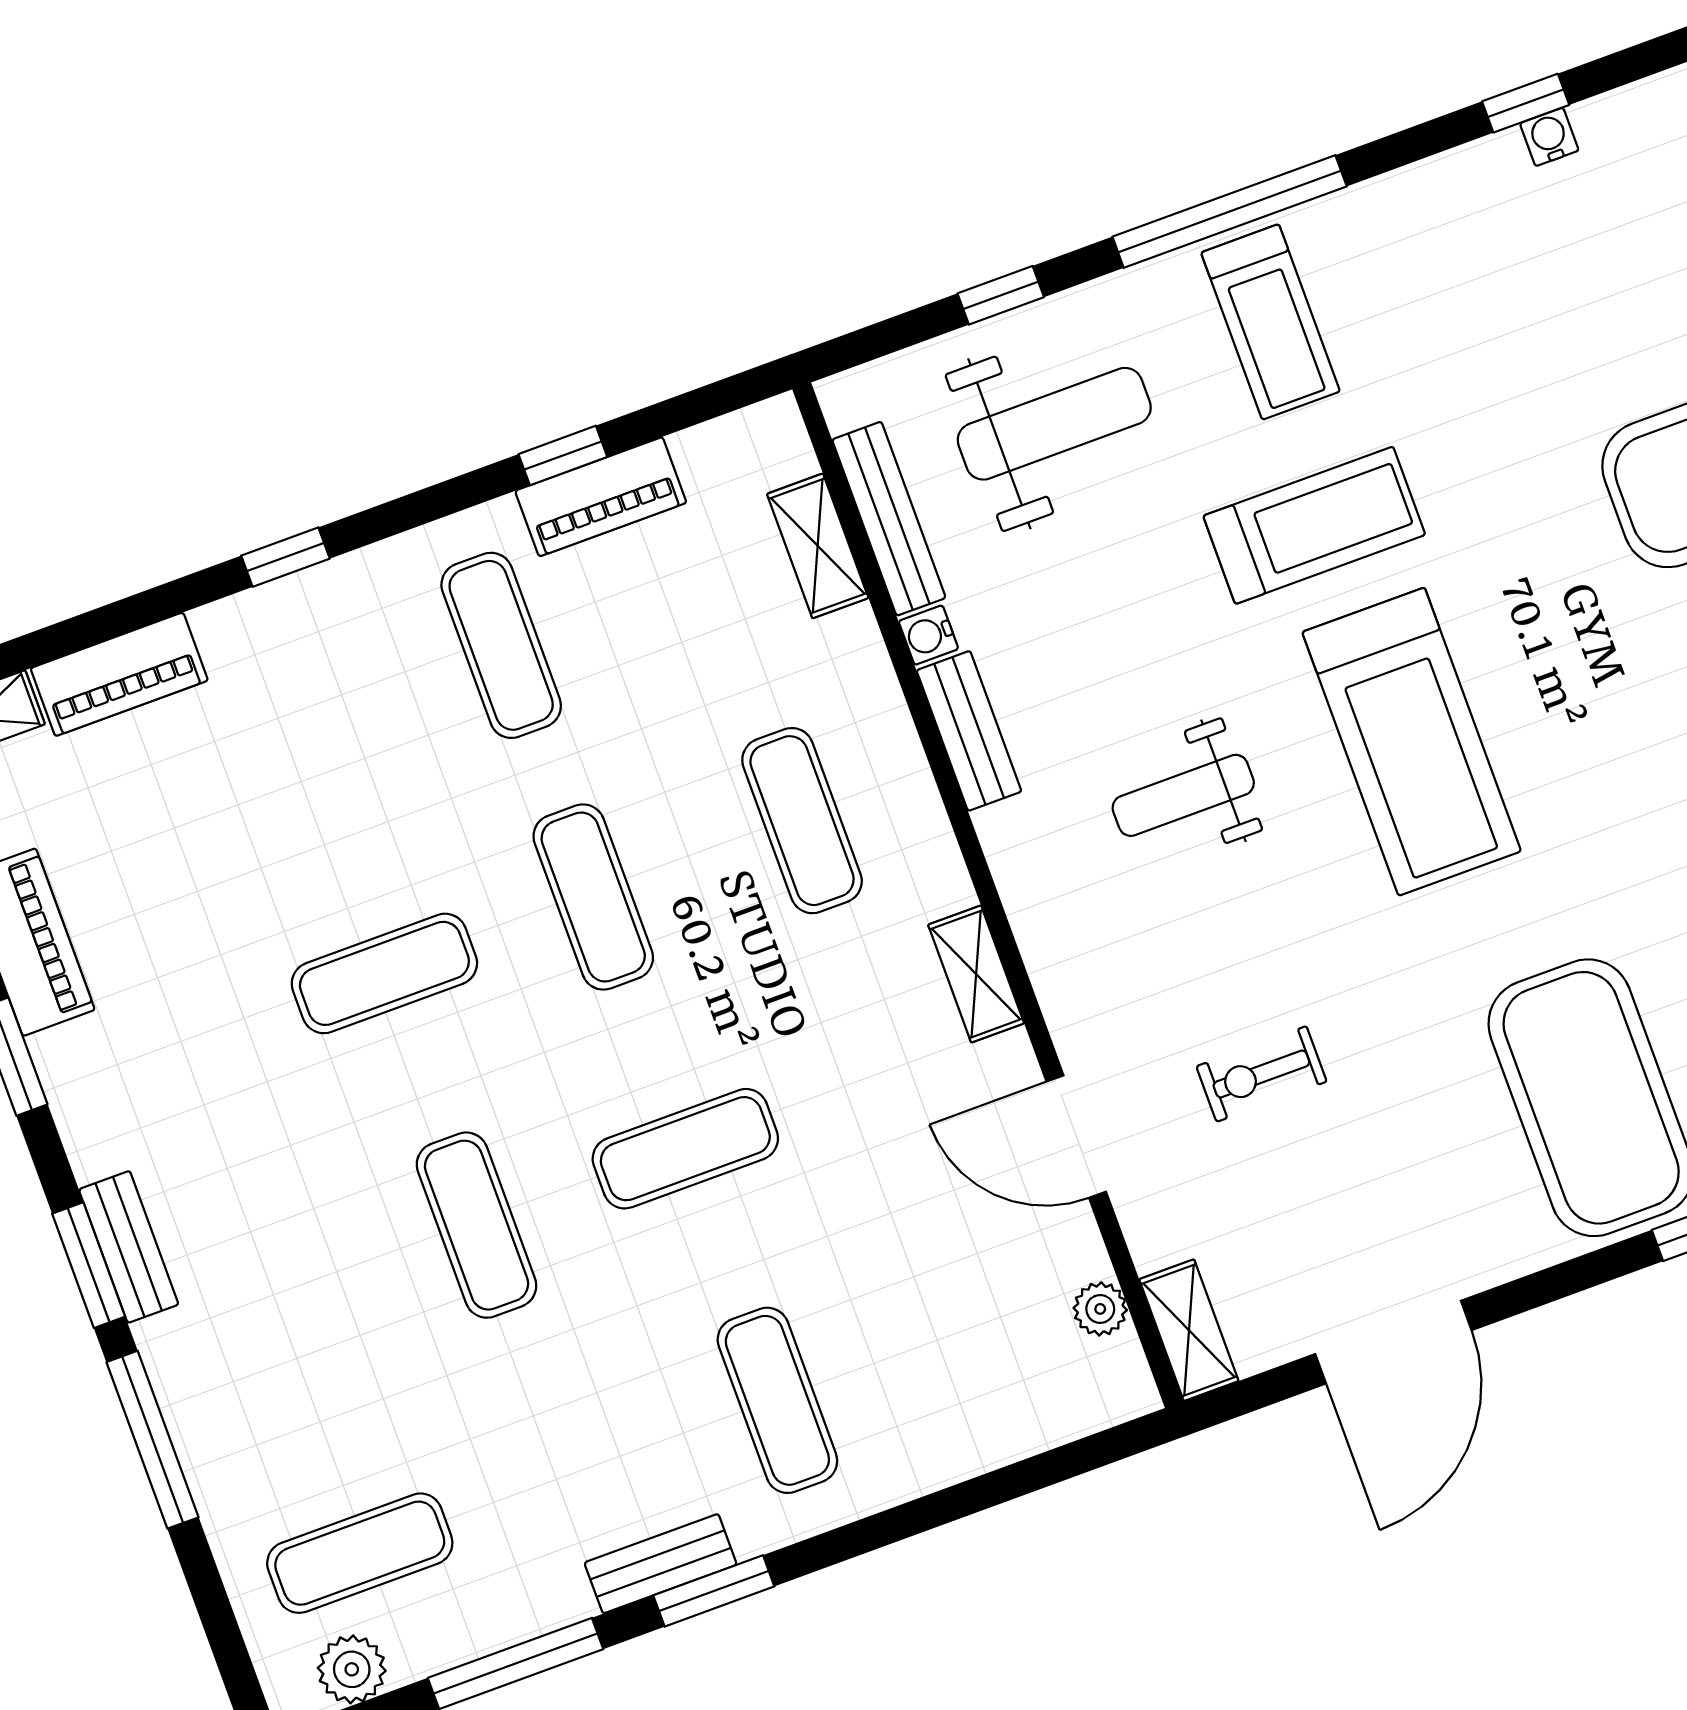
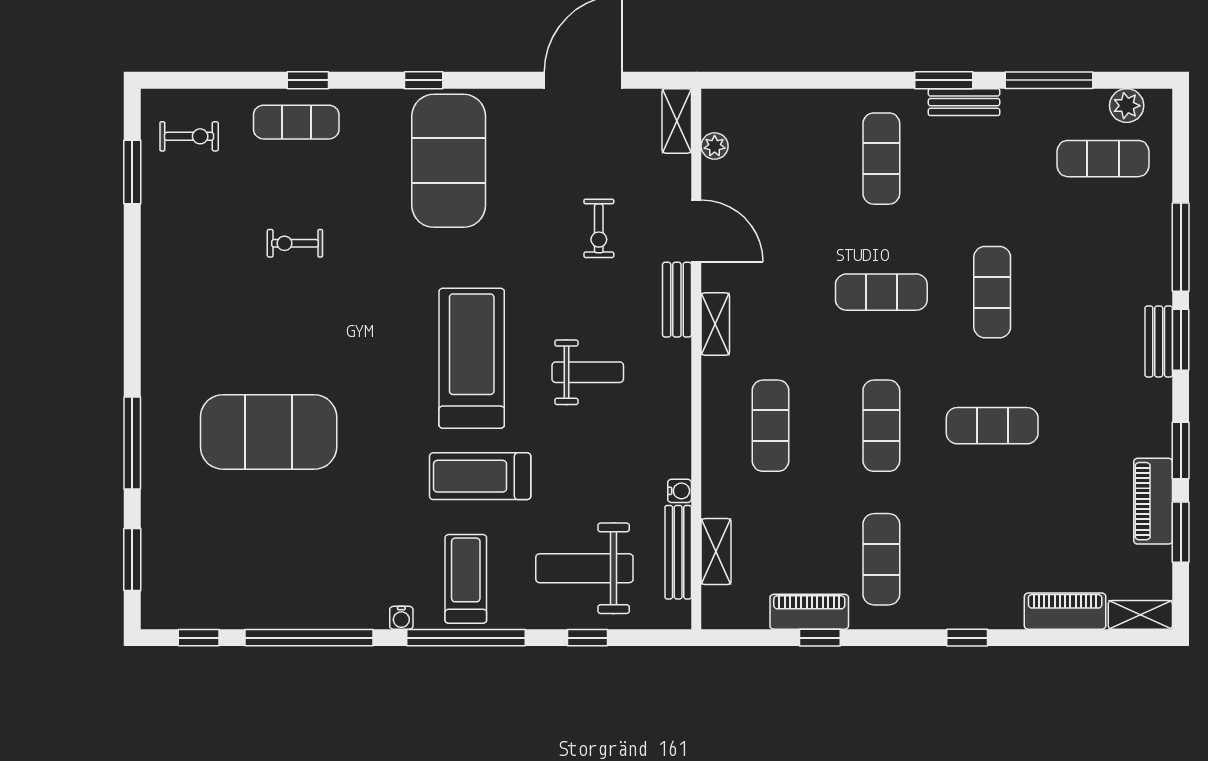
window: (1526, 103) -> (309, 638), width x3.17
water cooler: (1549, 137) -> (401, 618), moved
bench: (969, 731) -> (677, 300), moved
exercise bike: (1261, 1074) -> (599, 228), turned 90

